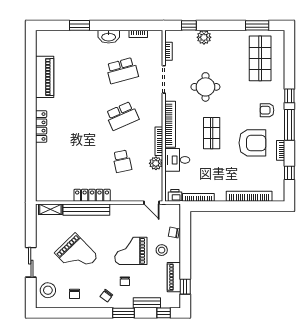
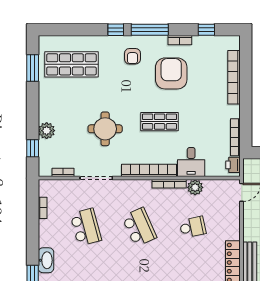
washbasin: (109, 37) -> (46, 260), moved

